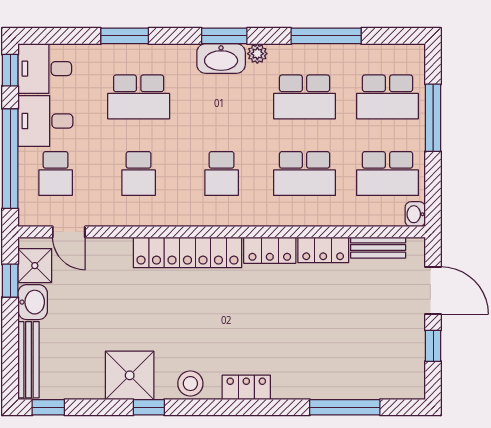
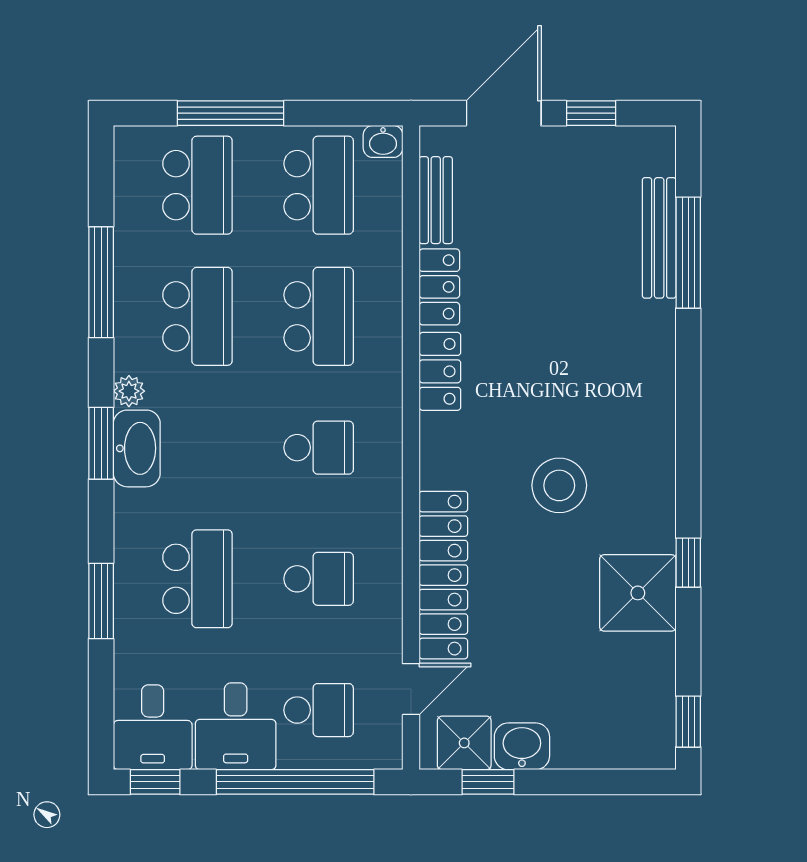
locker: (187, 252) -> (443, 575), moved
bench: (29, 360) -> (659, 238), moved, turned 90
stool: (190, 384) -> (559, 485), moved, width x1.38, depth x1.38
locker: (246, 387) -> (657, 408), removed

